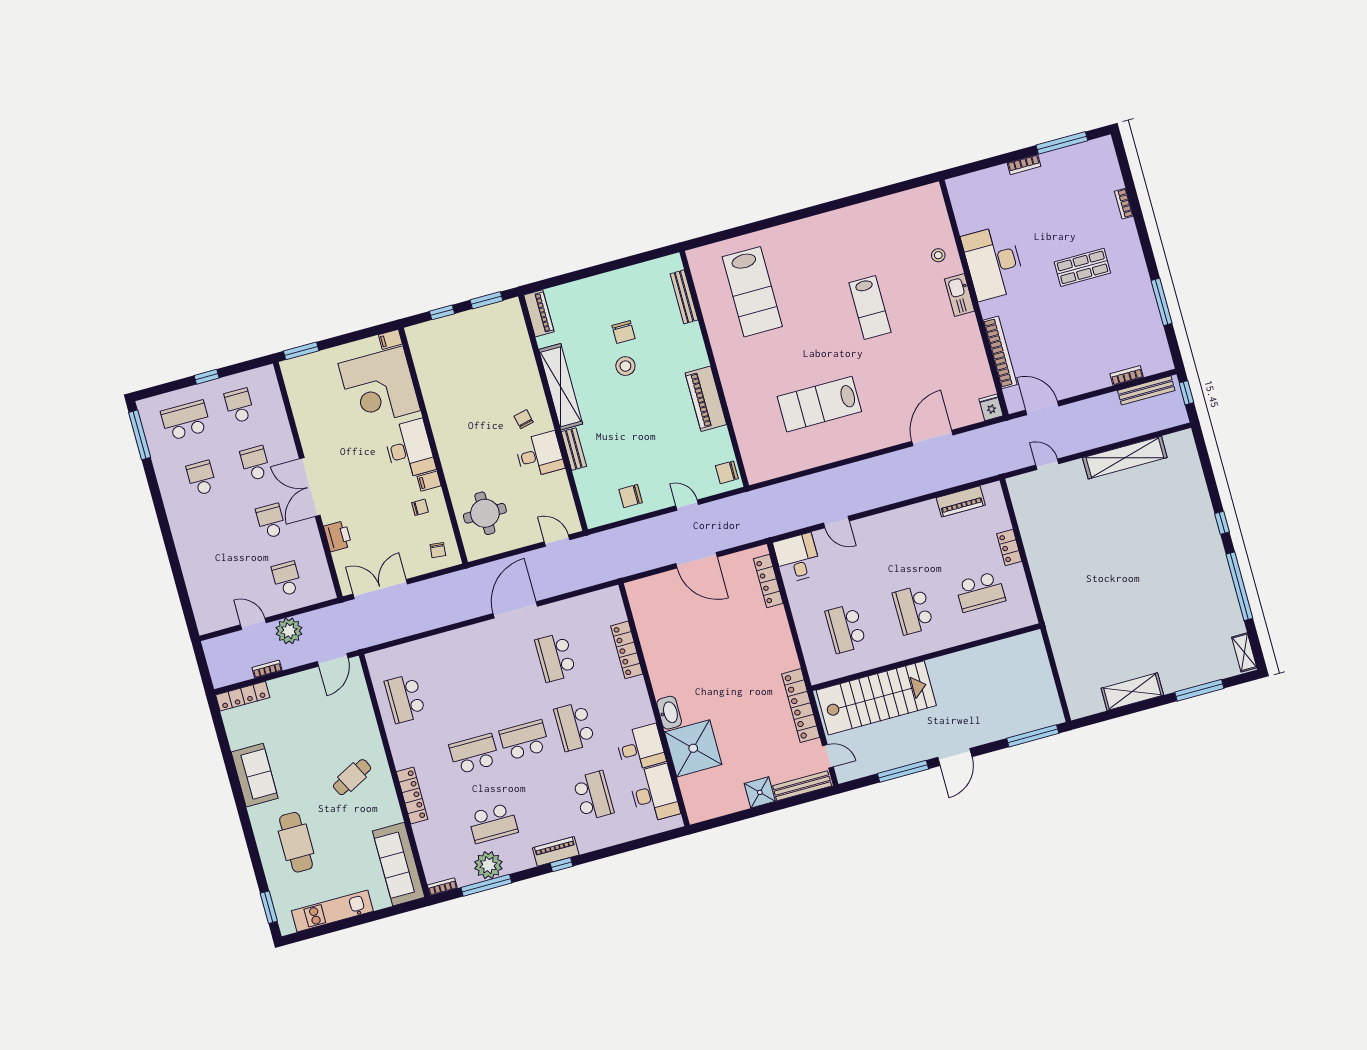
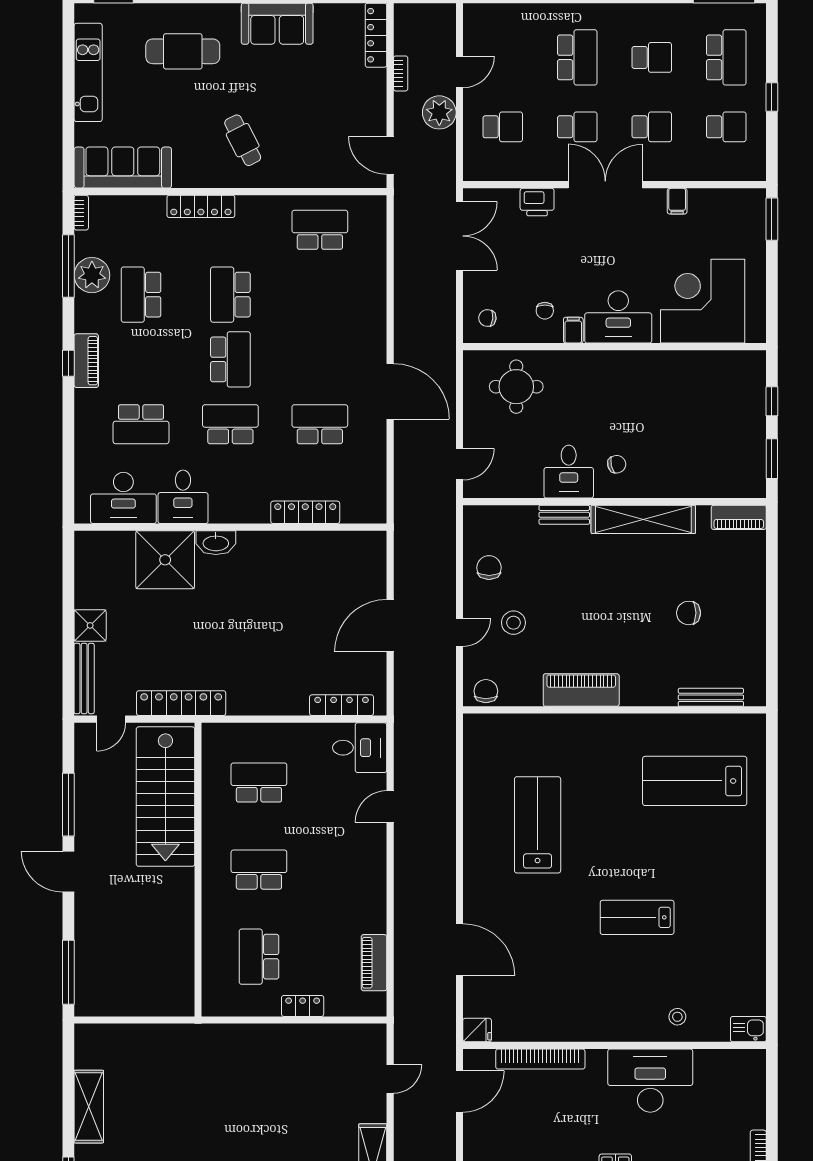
kitchen sink: (959, 295) -> (748, 1029), moved, width x0.73
filing cabinet: (390, 339) -> (677, 201), moved, turned 180
stool: (625, 366) -> (513, 623), moved
school desk: (217, 536) -> (577, 57), added
school desk: (474, 754) -> (230, 295), turned 180

